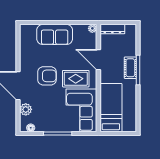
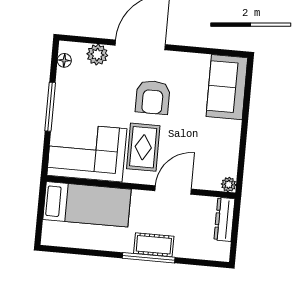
sofa: (55, 34) -> (227, 87), moved

